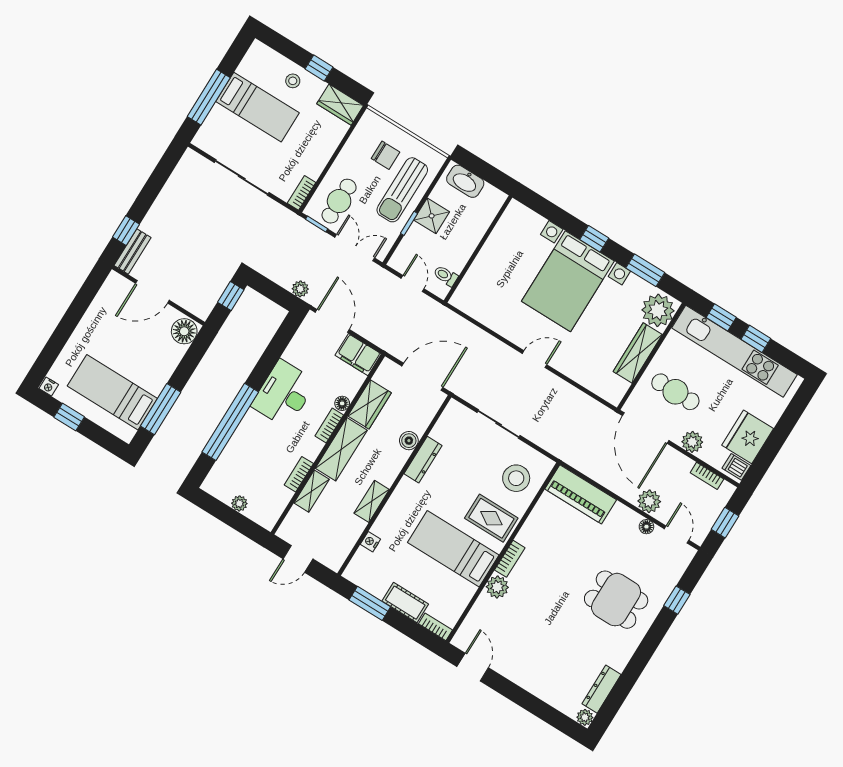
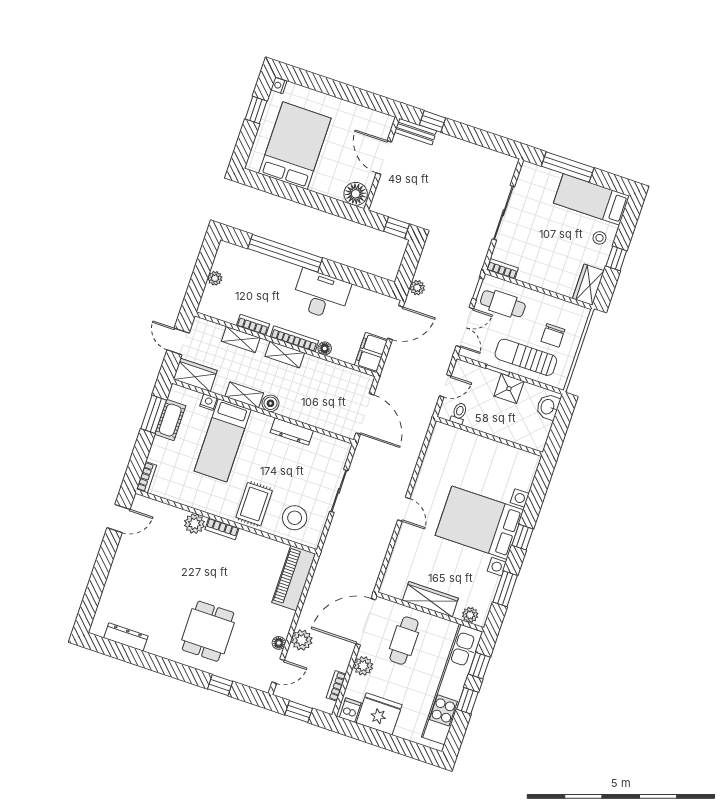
bed: (257, 107) -> (591, 199), moved, turned 90
washbasin: (465, 181) -> (548, 407), width x0.72
plant: (658, 310) -> (470, 615), width x0.53, depth x0.53
bed: (112, 392) -> (295, 146), width x1.50
wardrobe: (370, 404) -> (195, 375), moved, turned 180
window: (161, 409) -> (282, 189), removed
bookcase: (329, 425) -> (294, 339), width x1.56
boiler: (409, 441) -> (270, 403), moved
shelving: (341, 449) -> (285, 355), width x0.67, depth x0.75
bed: (453, 549) -> (223, 440), moved, turned 180
cot: (405, 603) -> (170, 420), moved
plant: (585, 717) -> (97, 628), removed

